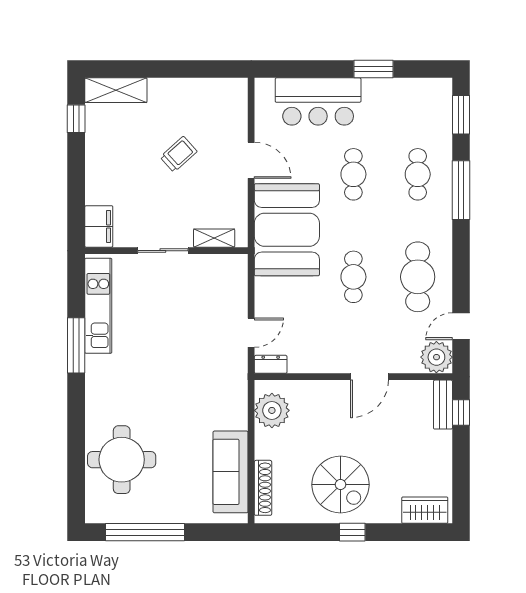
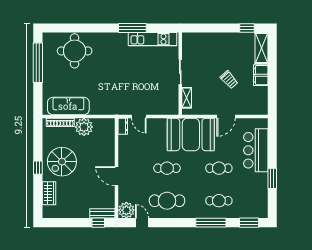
filing cabinet: (99, 226) -> (261, 75), moved, turned 90
plant: (272, 410) -> (84, 127), moved
wardrobe: (425, 510) -> (49, 193), moved

